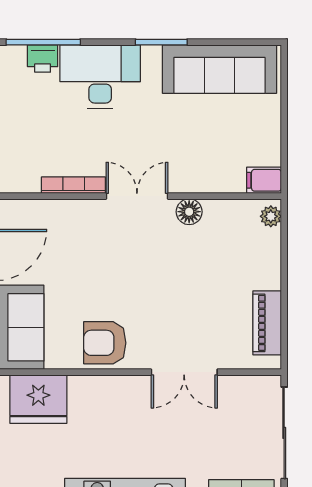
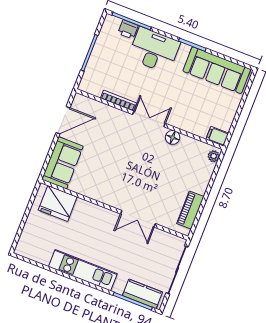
armchair: (105, 343) -> (103, 188), removed

